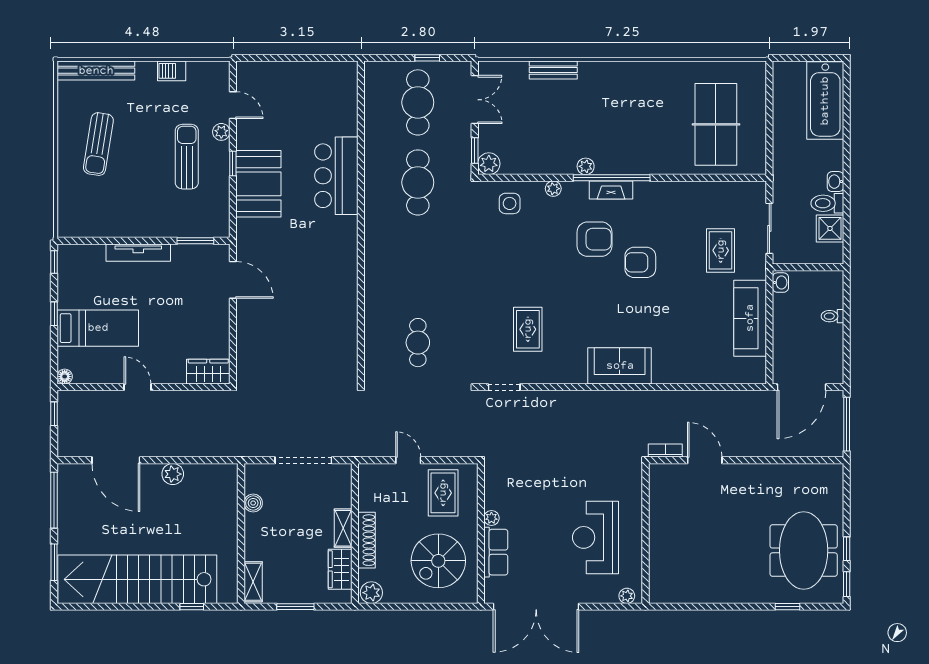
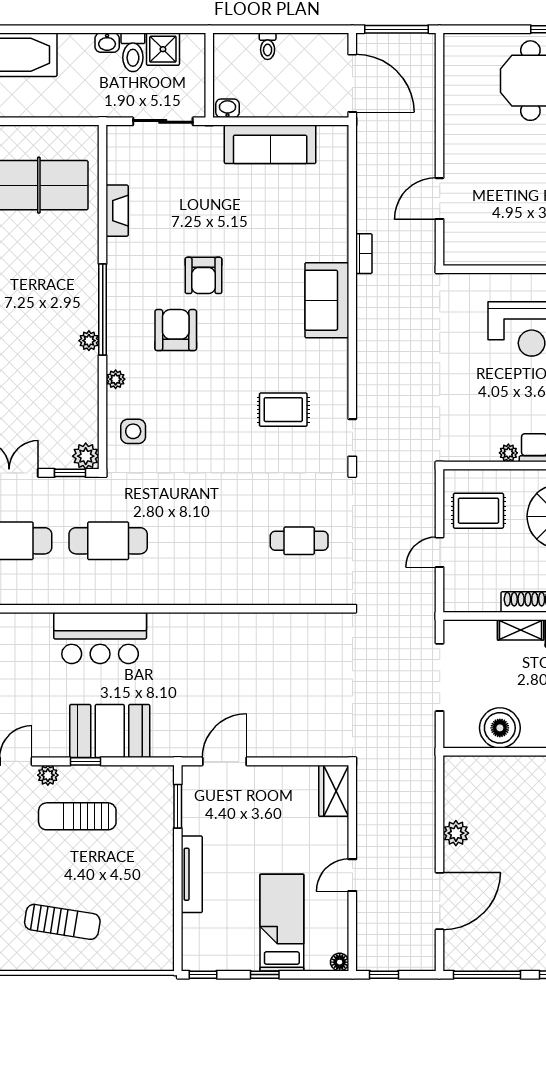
fireplace: (611, 190) -> (117, 211), moved
rug: (721, 250) -> (189, 180), removed
bookcase: (665, 451) -> (364, 254), moved, turned 180
boiler: (253, 503) -> (500, 728), width x1.86, depth x1.86

